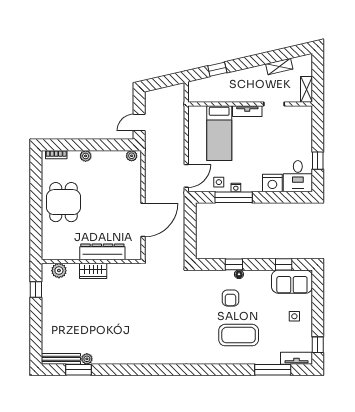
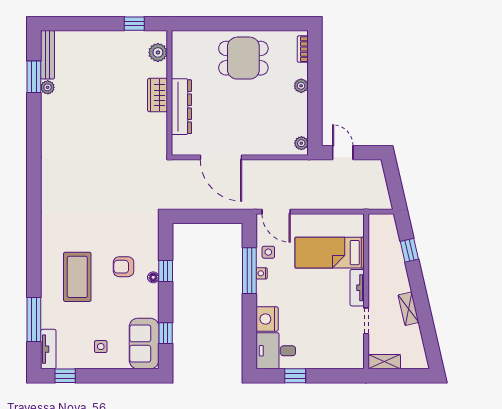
shelving: (279, 66) -> (408, 309), moved

